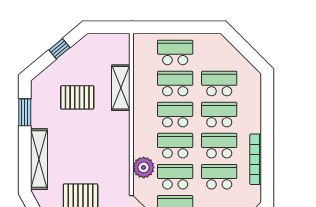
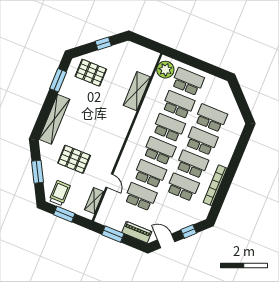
pallet: (77, 97) -> (91, 73), moved
plant: (144, 167) -> (165, 70), moved

